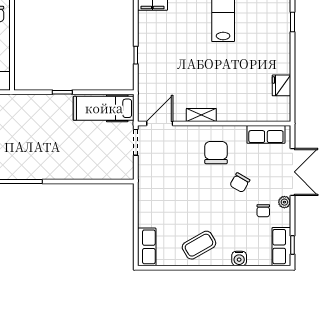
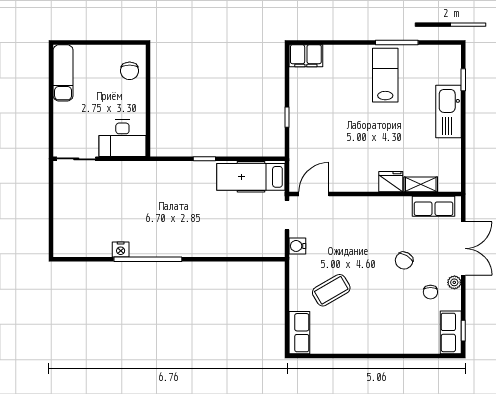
kitchen sink: (279, 50) -> (448, 111), added
fridge: (281, 85) -> (391, 182), moved, turned 90
shelving: (201, 115) -> (421, 184), moved
chair: (216, 153) -> (377, 227), removed
coffee table: (199, 245) -> (331, 290), moved
water cooler: (239, 258) -> (297, 246), moved, turned 90

